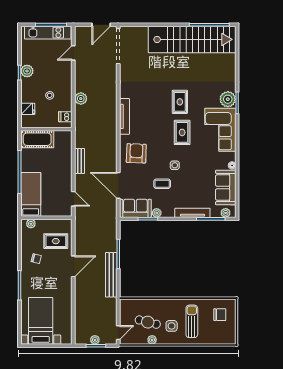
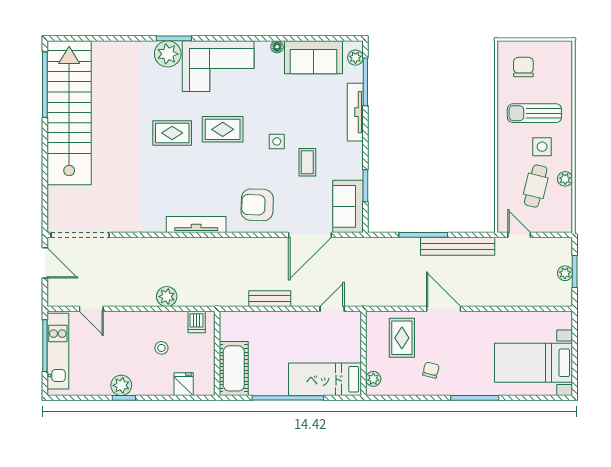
plant: (157, 213) -> (356, 171), removed
door: (118, 333) -> (519, 235), moved

